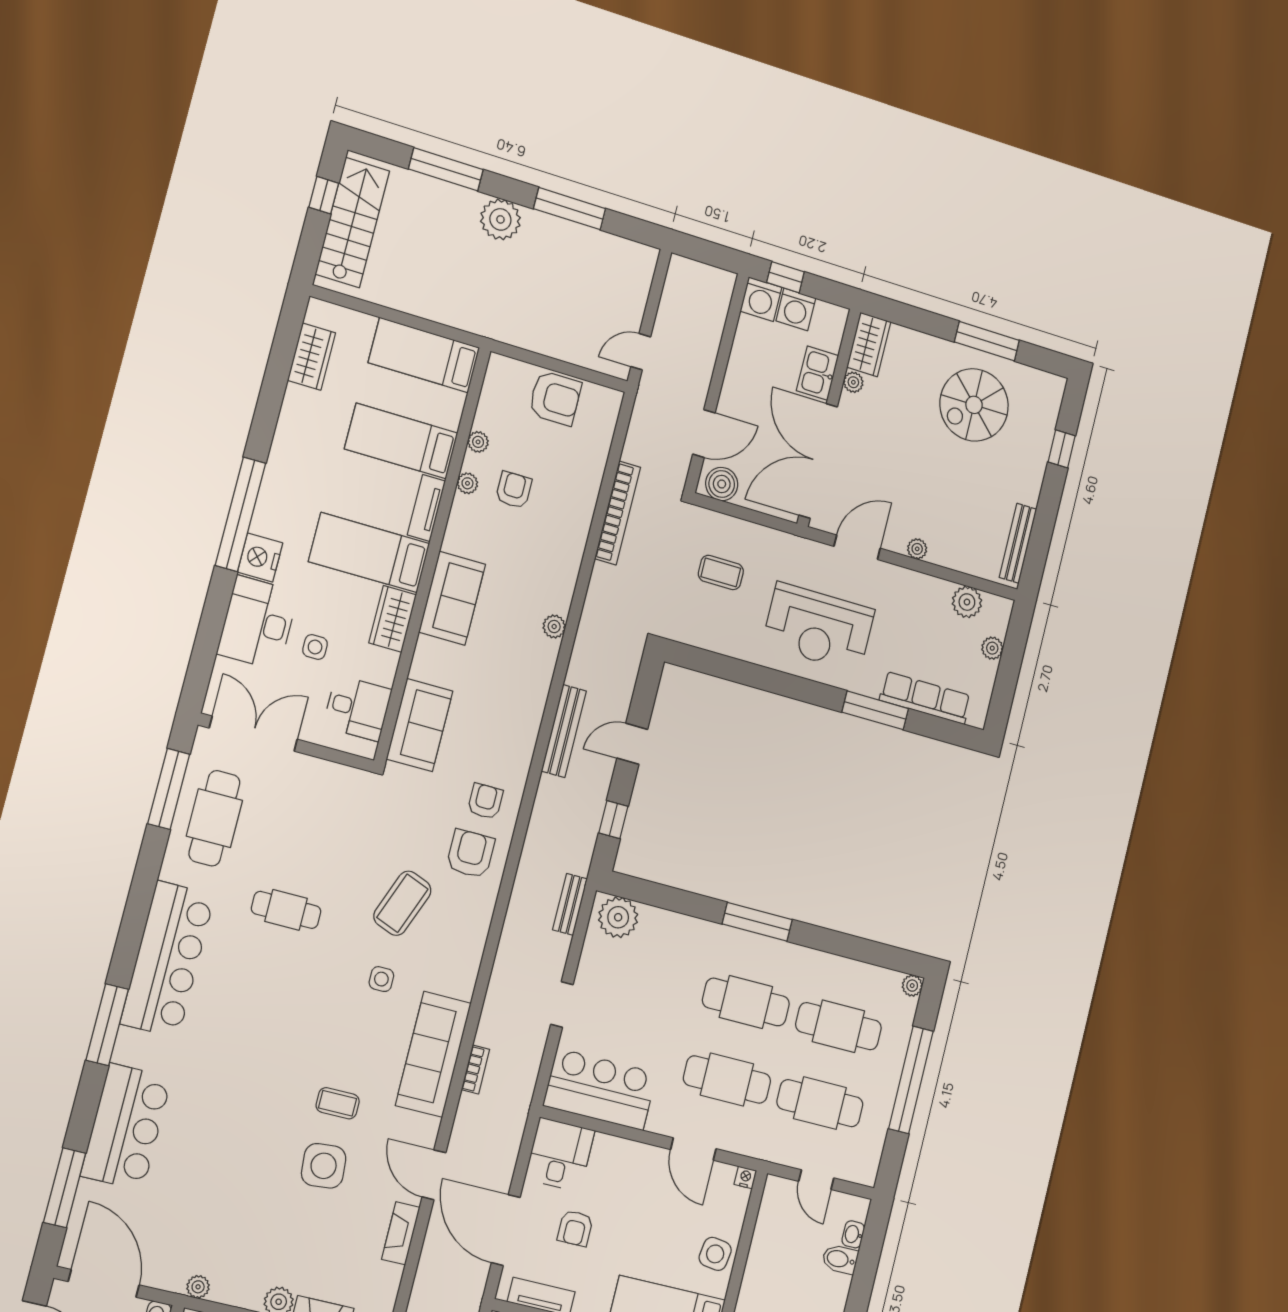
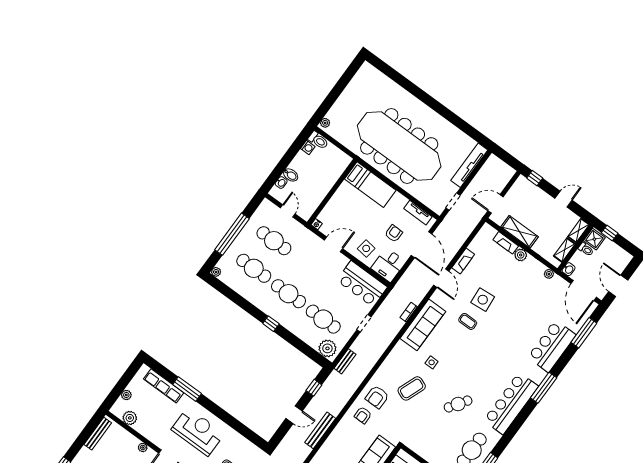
cafe table: (286, 910) -> (458, 404), turned -56
window: (757, 922) -> (271, 324), width x0.46
cafe table: (727, 1079) -> (323, 319), moved
door: (693, 1149) -> (334, 244), hinge flipped
side table: (715, 1254) -> (366, 248), moved

